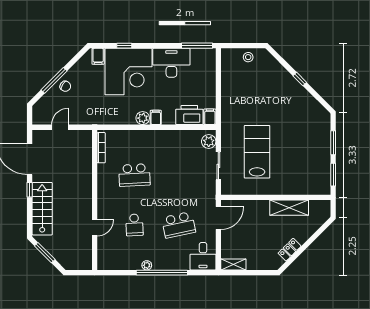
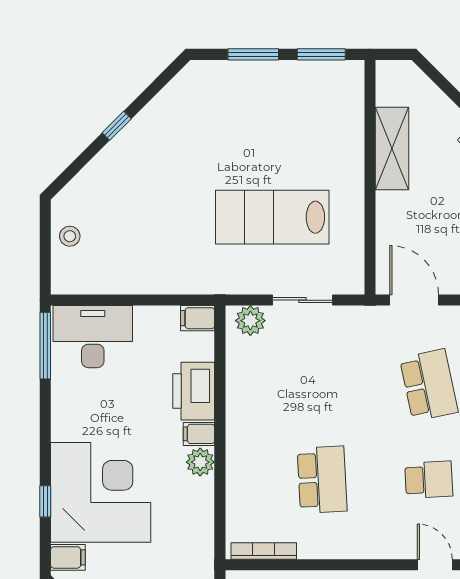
desk: (171, 63) -> (93, 337), moved, turned 90
printer: (189, 115) -> (194, 391), moved

